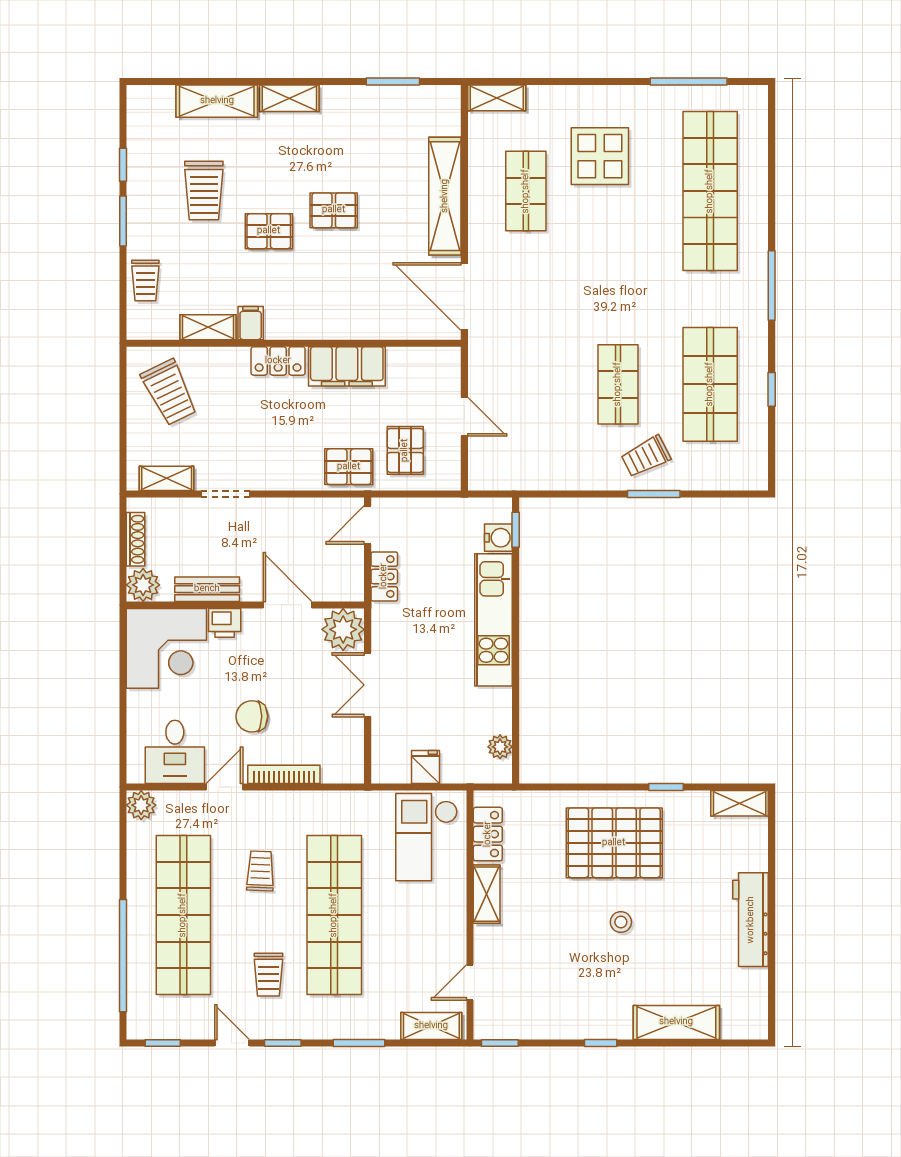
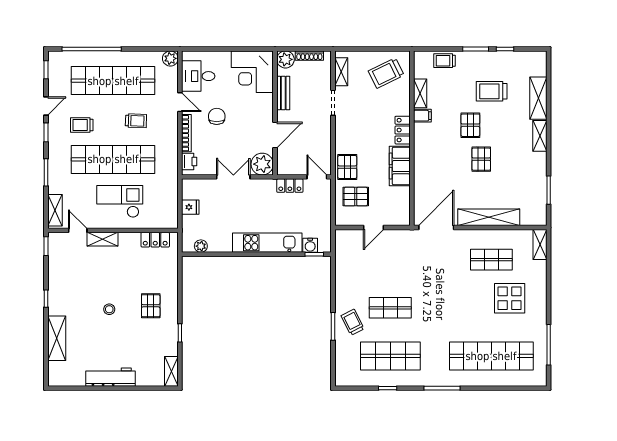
printer: (225, 623) -> (189, 161), moved, turned 180
checkout: (427, 837) -> (120, 201), moved
pallet: (614, 843) -> (151, 306), width x0.49, depth x0.50
shelving: (487, 894) -> (103, 239), moved

